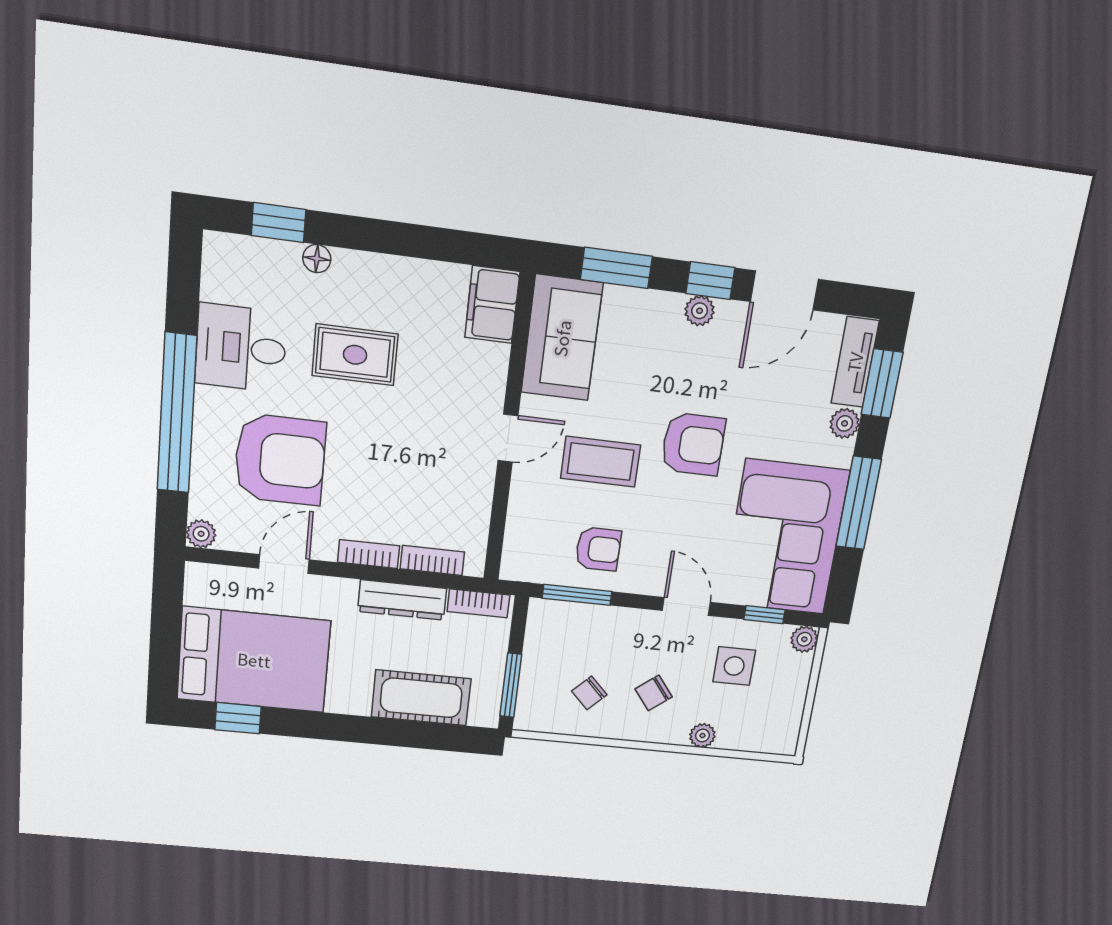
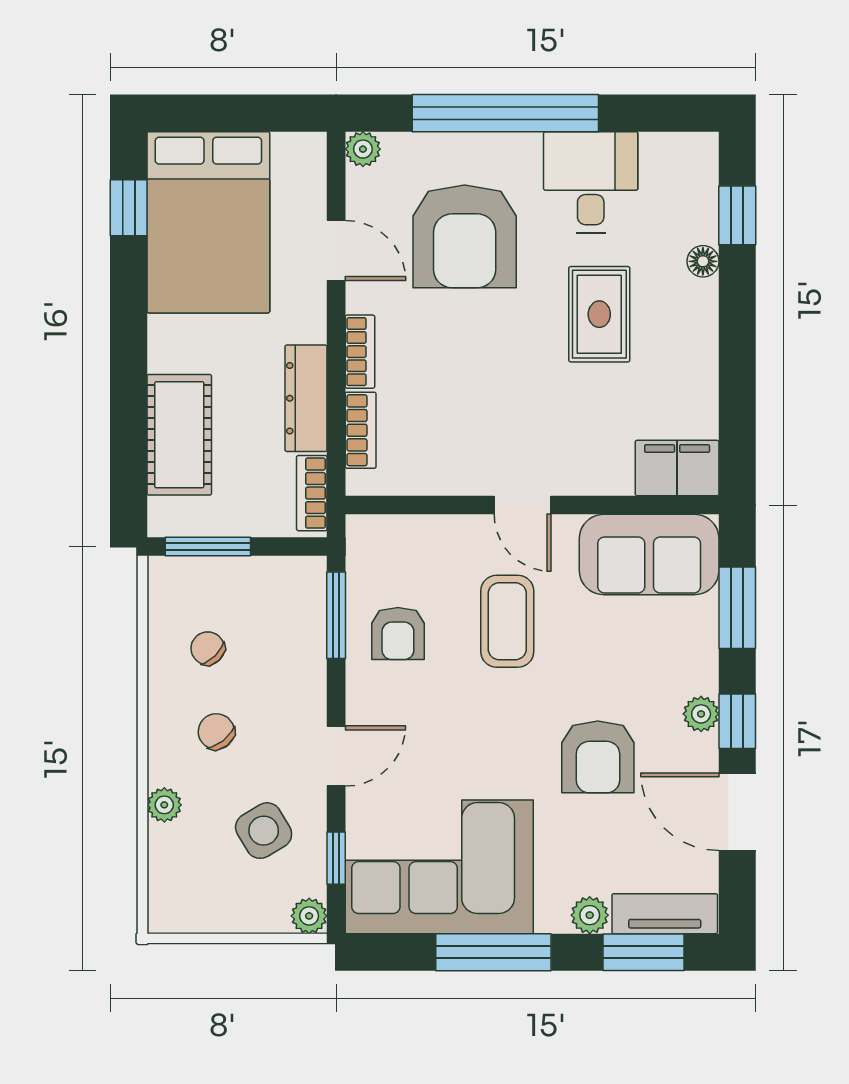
armchair: (693, 444) -> (598, 757), moved
side table: (734, 666) -> (264, 831), turned -31

